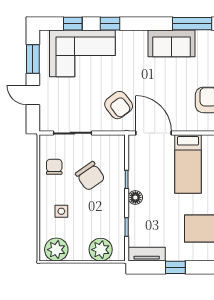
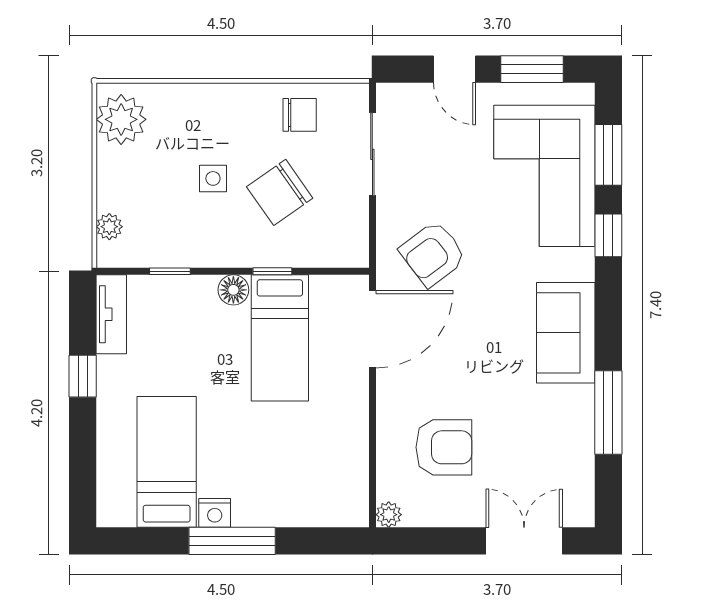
window: (73, 24) -> (608, 155), width x1.50
sofa: (172, 43) -> (566, 333), moved
door: (33, 95) -> (455, 69), swing flipped
bed: (188, 164) -> (280, 338), moved, turned -90
side table: (61, 211) -> (213, 178), moved
plant: (101, 250) -> (109, 227), width x0.53, depth x0.53

